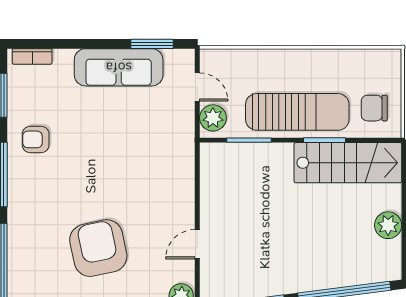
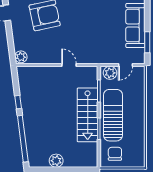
sun lounger: (297, 112) -> (113, 115), turned 180
stairs: (348, 163) -> (88, 115), moved
door: (197, 244) -> (69, 65), moved

